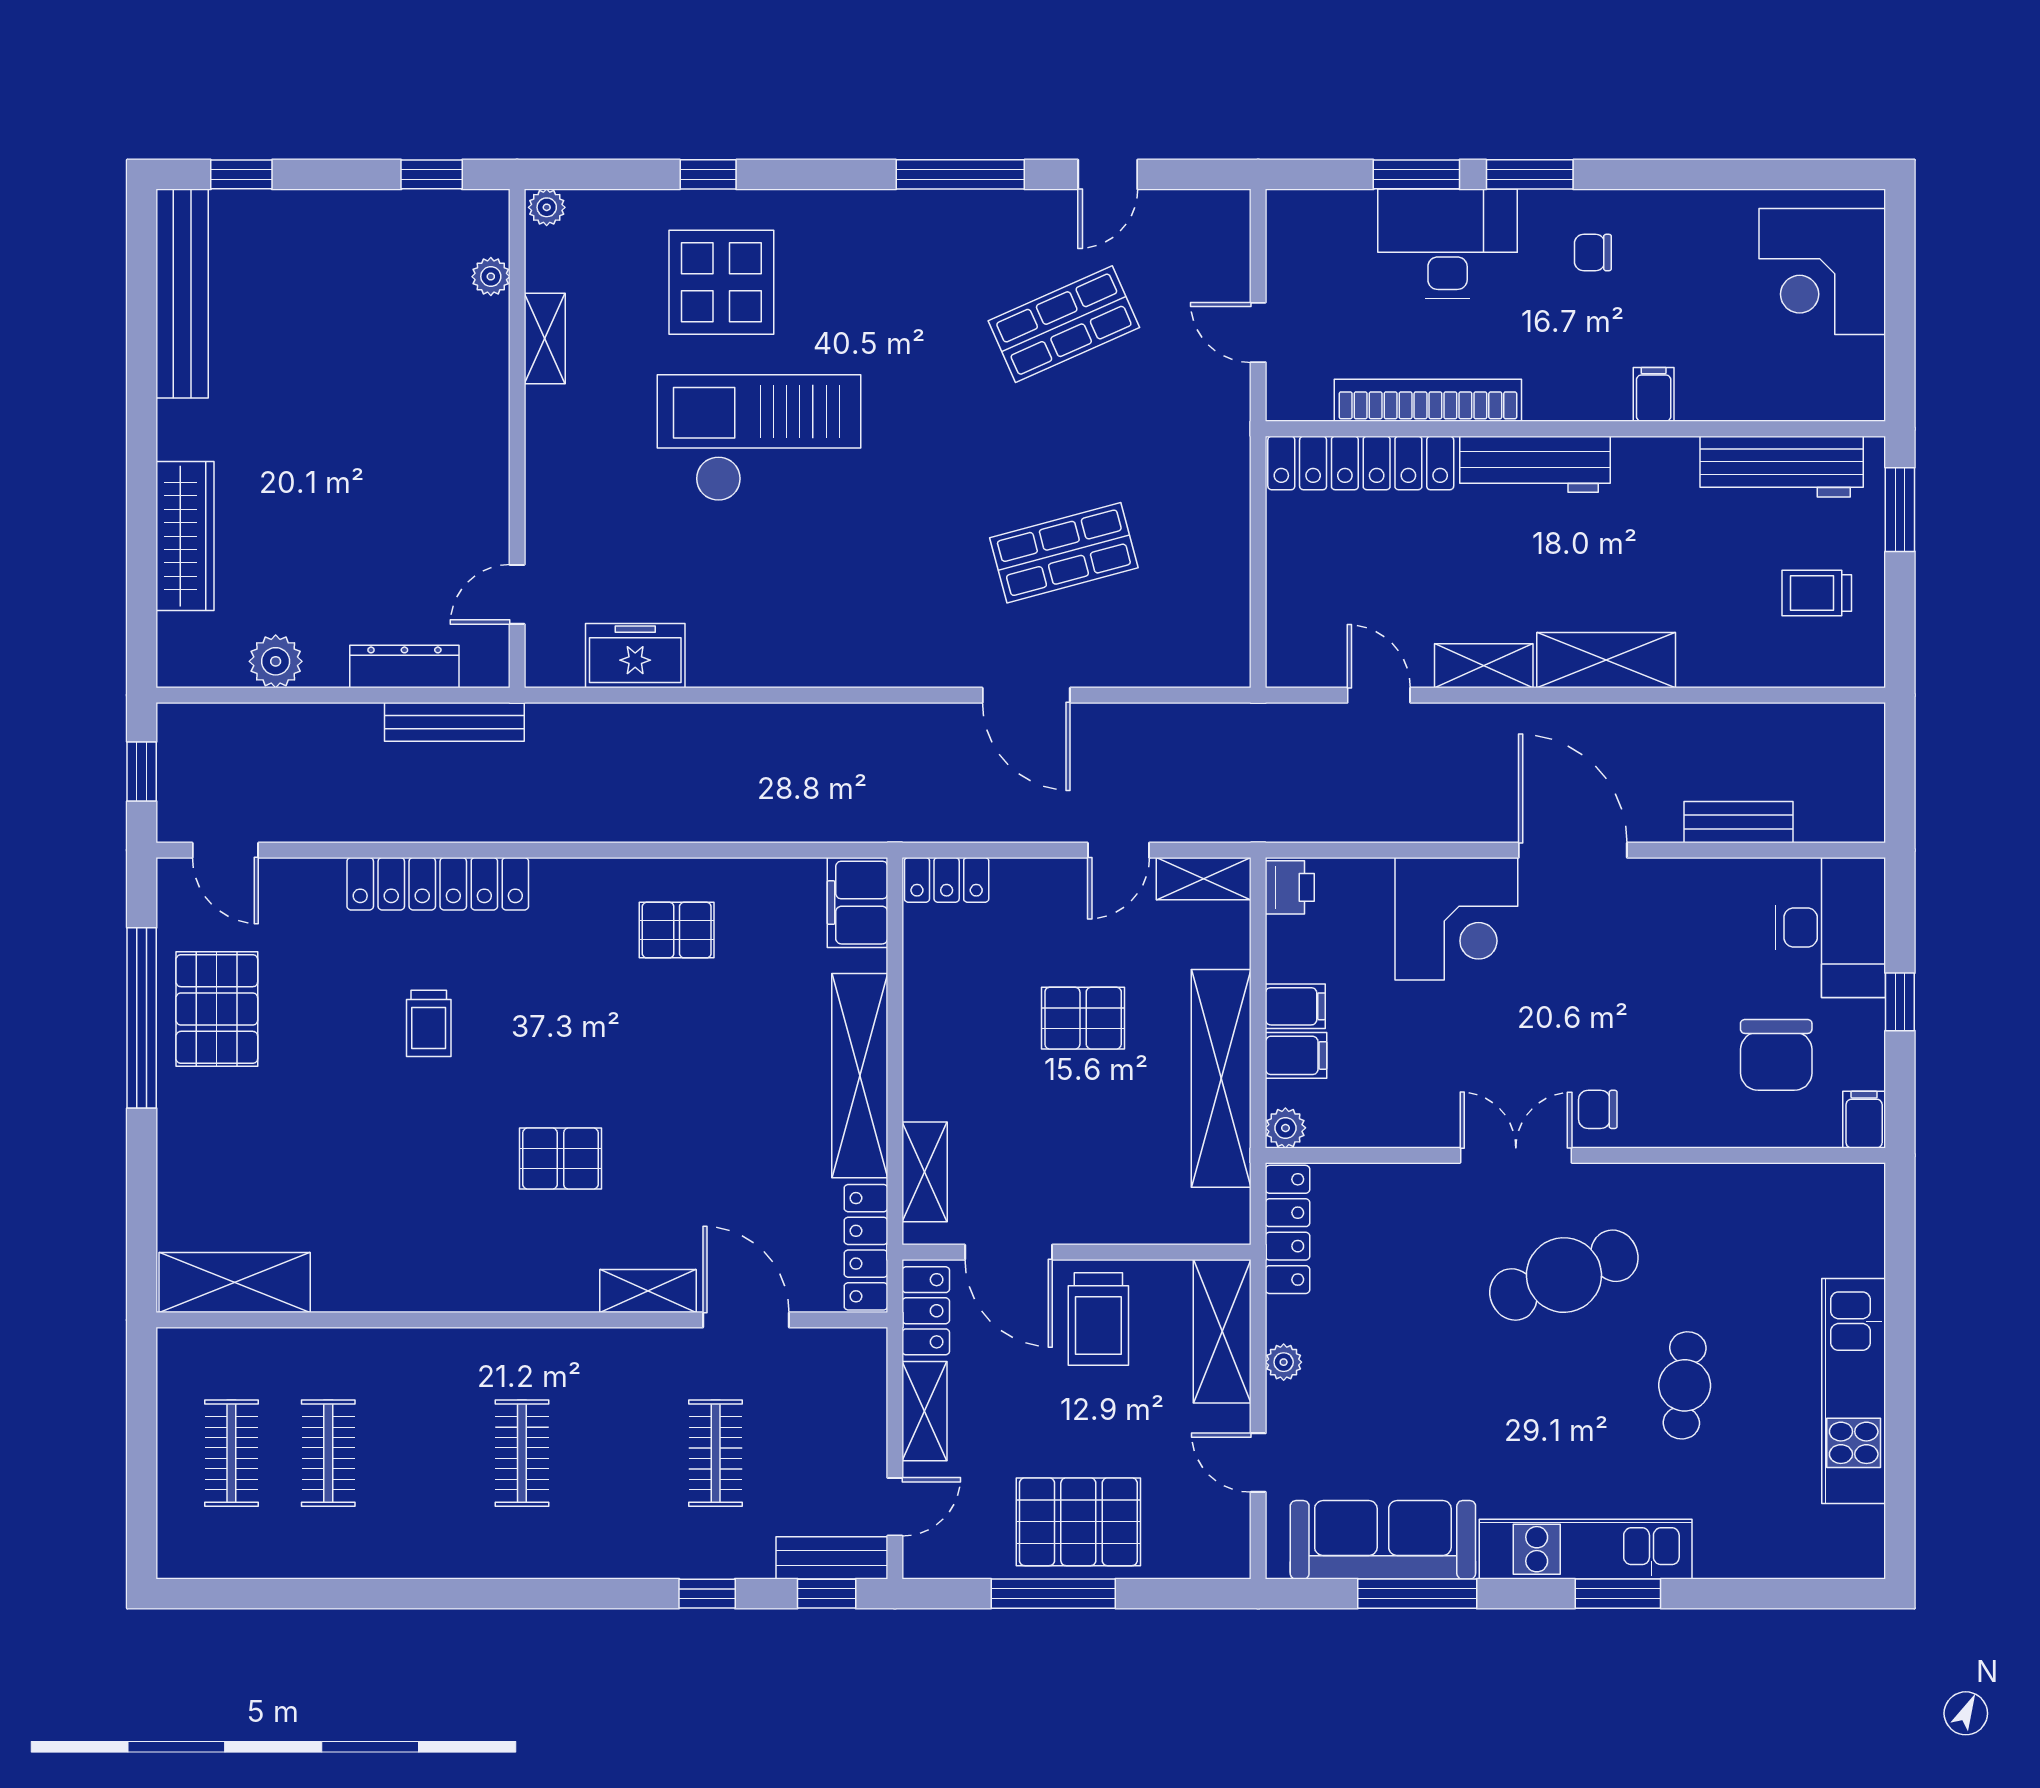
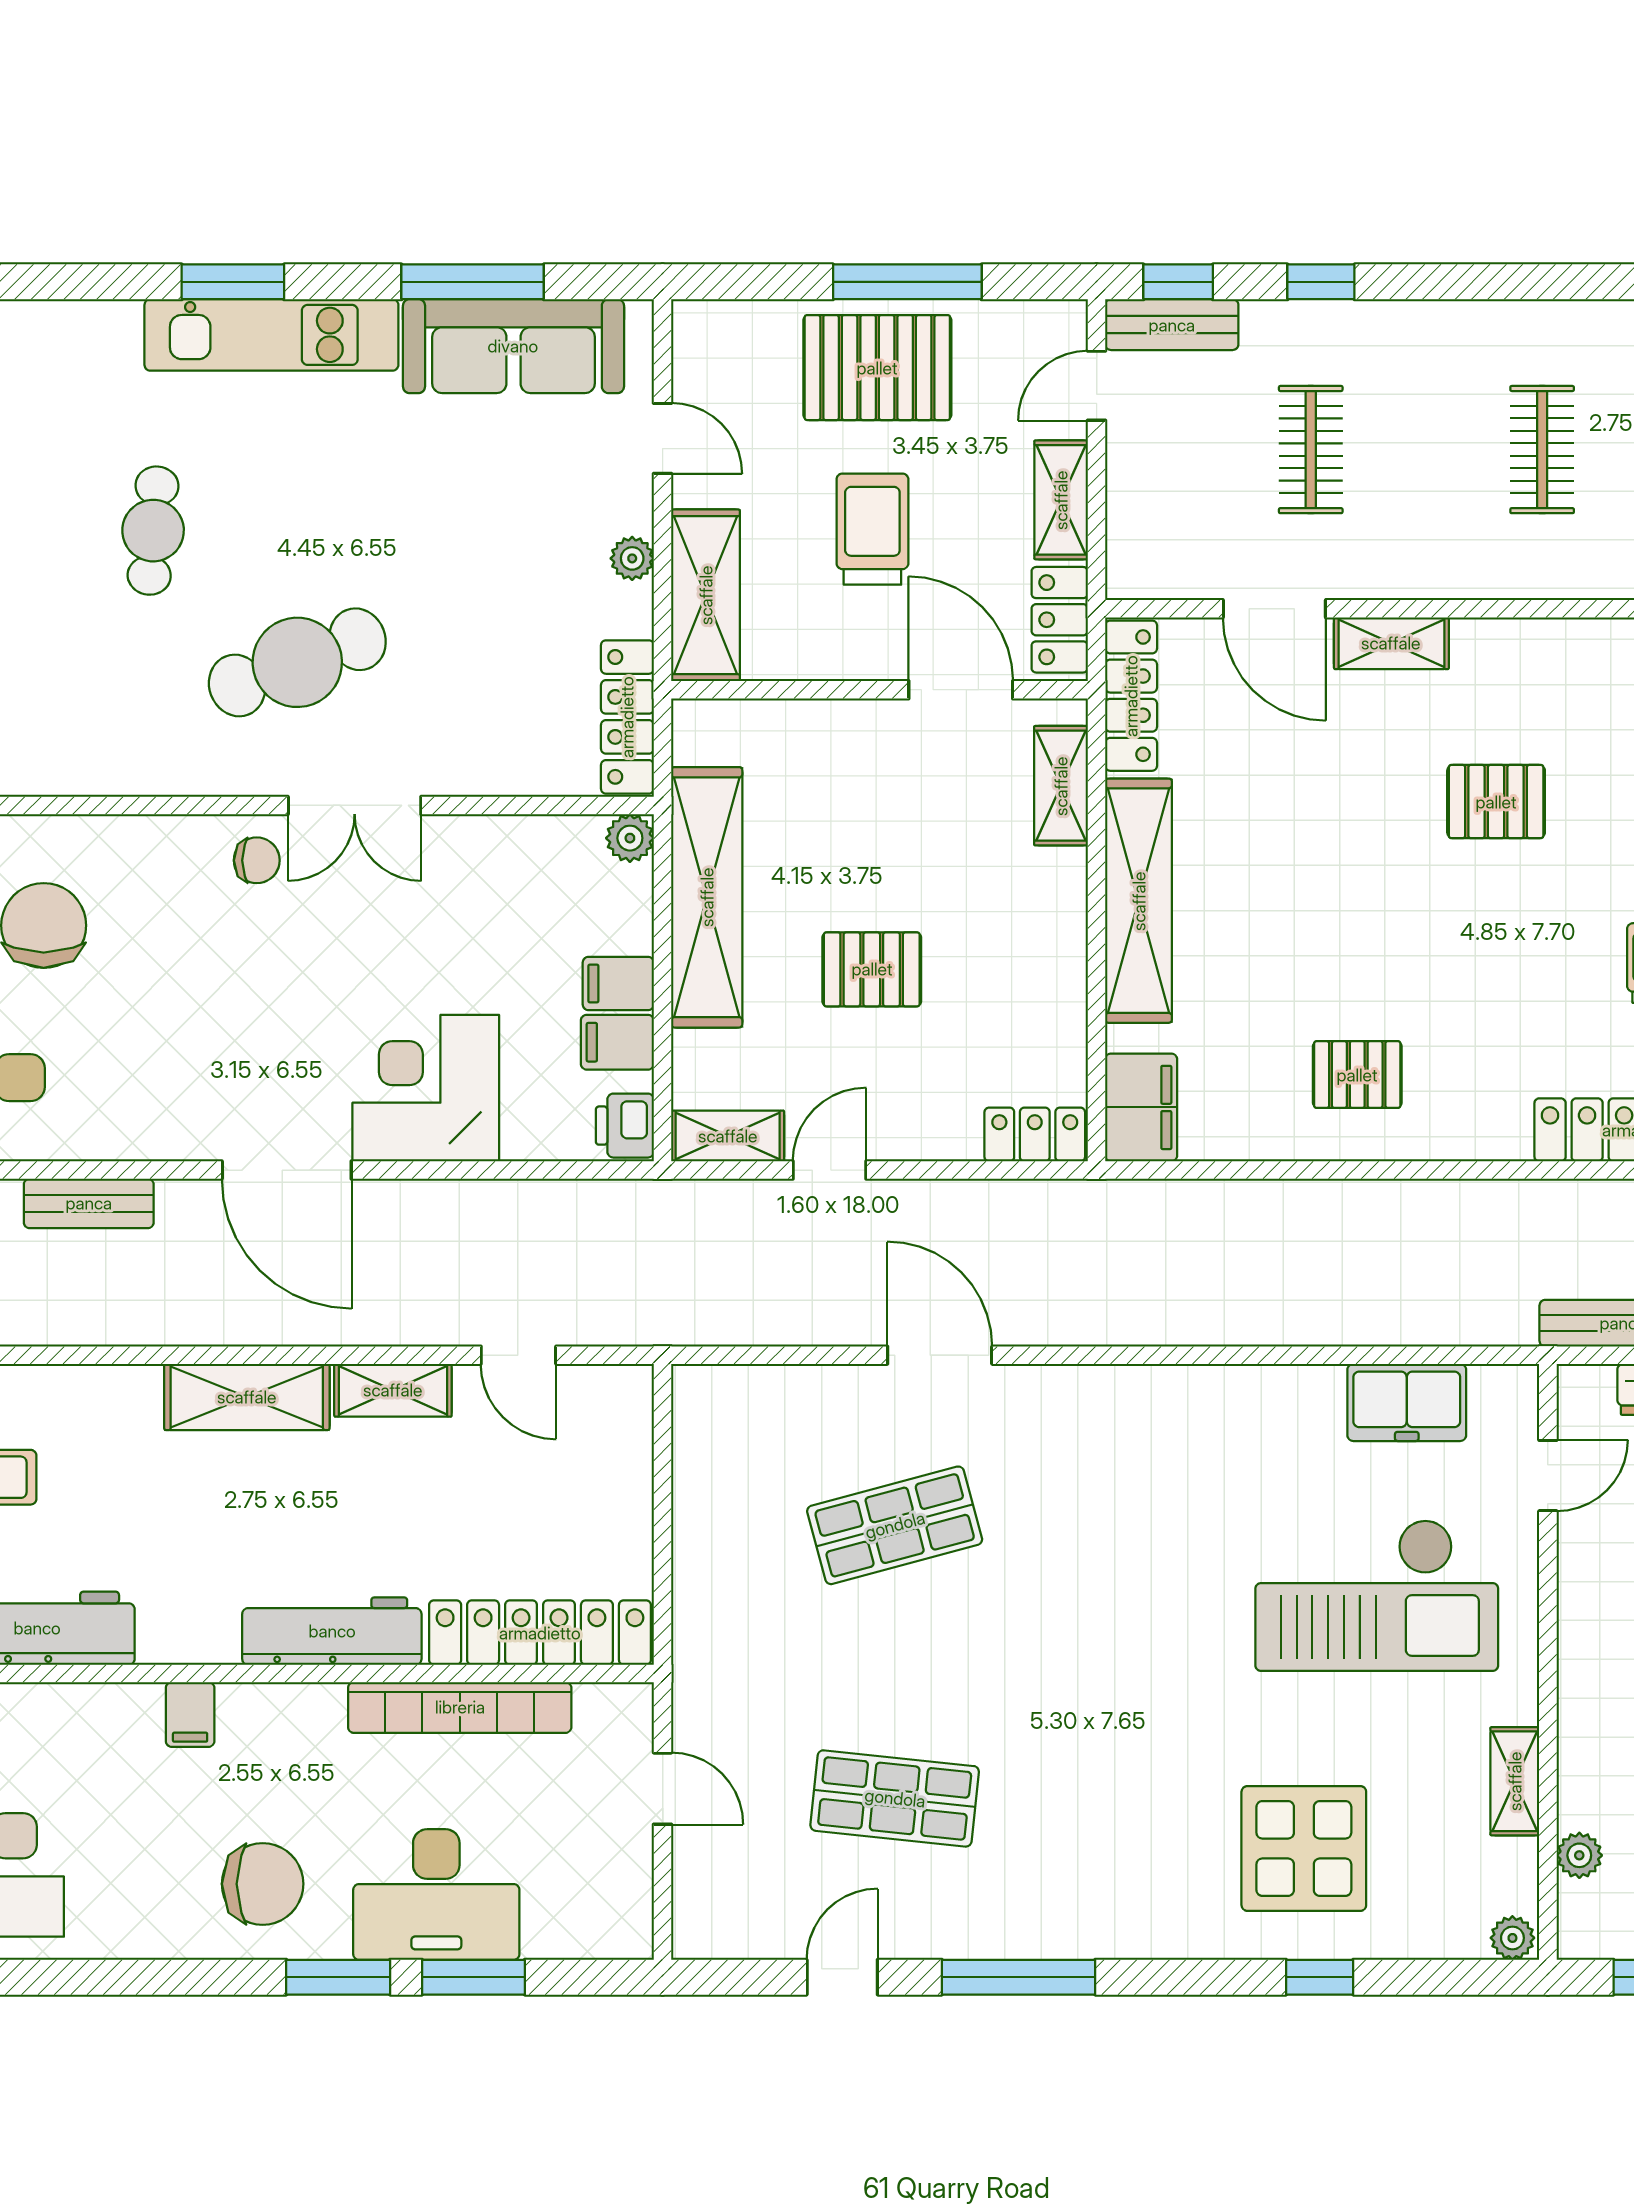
chair: (1593, 253) -> (263, 1884), width x1.87, depth x1.87
shop shelf: (1064, 324) -> (895, 1798), turned 30
checkout: (759, 438) -> (1377, 1595), moved
filing cabinet: (1296, 1055) -> (617, 1042), moved
trolley: (1098, 1319) -> (872, 529), moved

